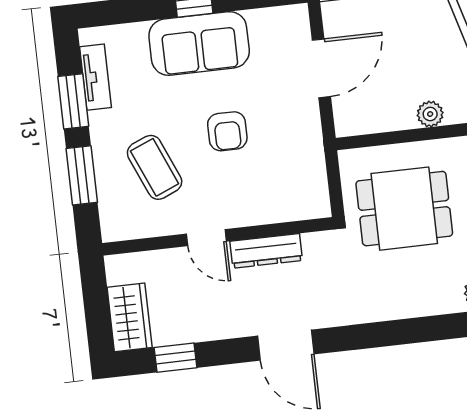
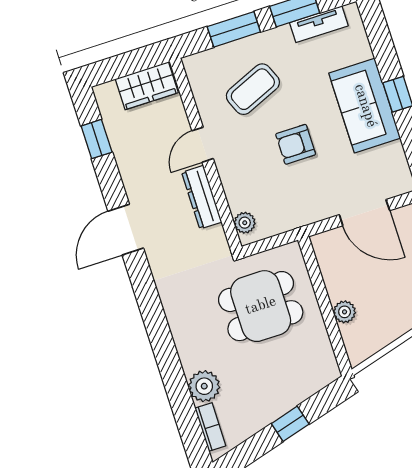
plant: (305, 208) -> (245, 223), added
dining table: (404, 209) -> (261, 306), turned 90
wardrobe: (130, 317) -> (147, 86), moved

